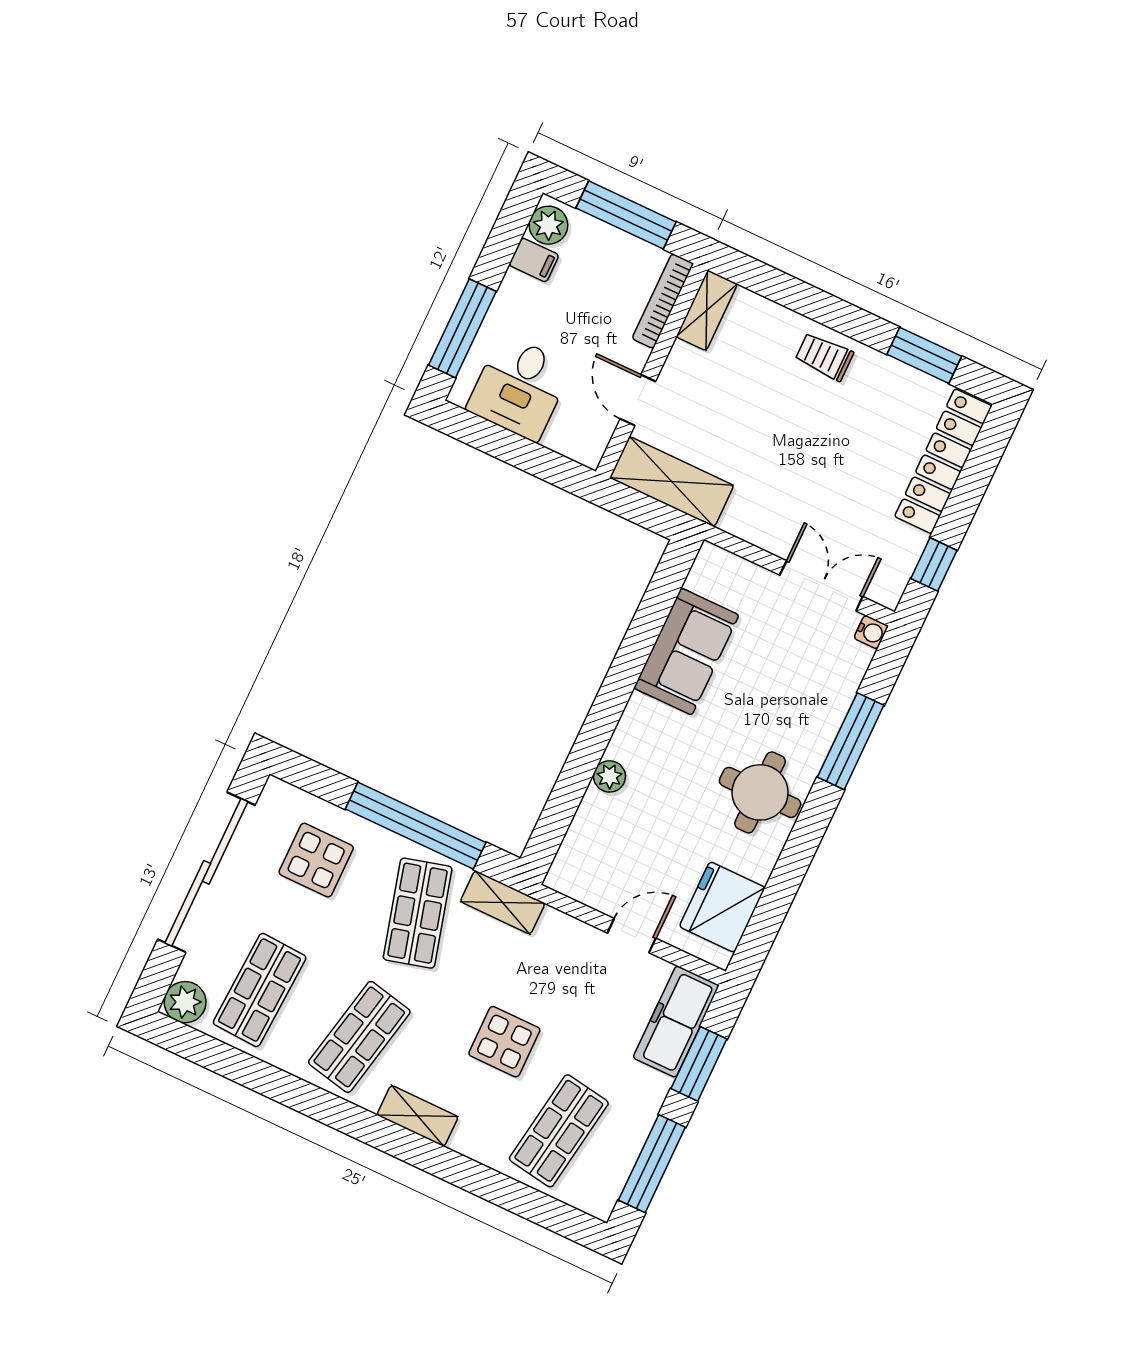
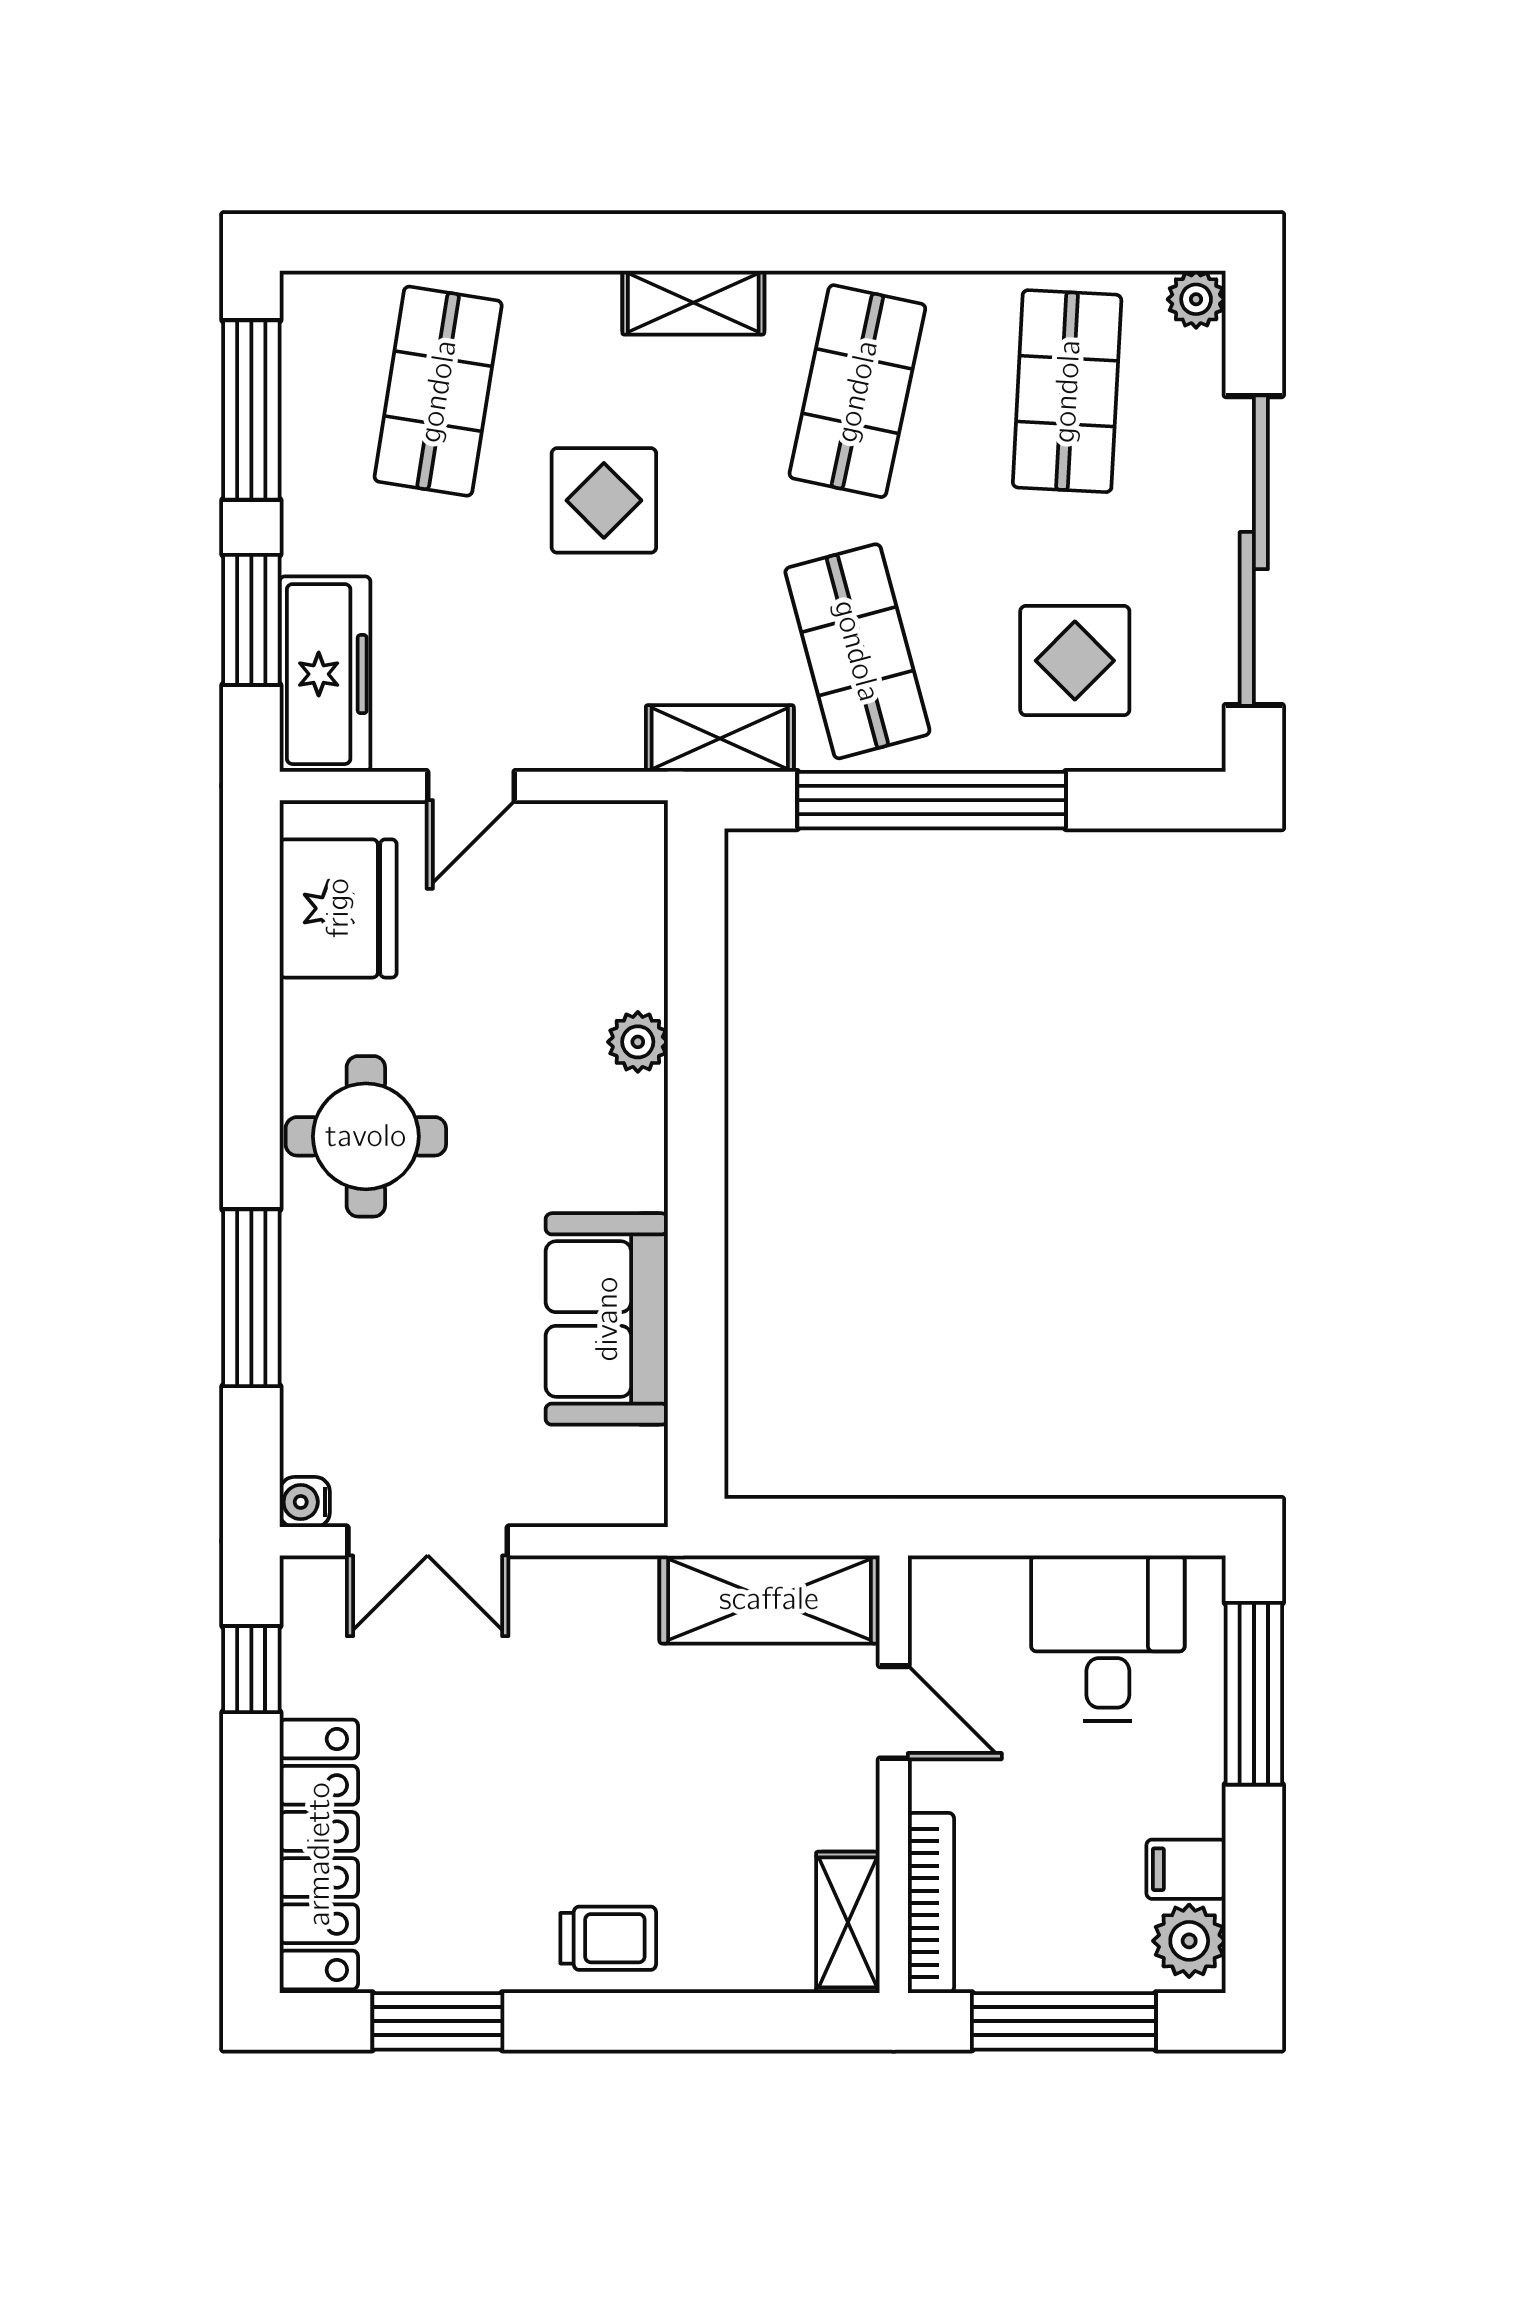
plant: (185, 1002) -> (1196, 299), width x0.73, depth x0.73

